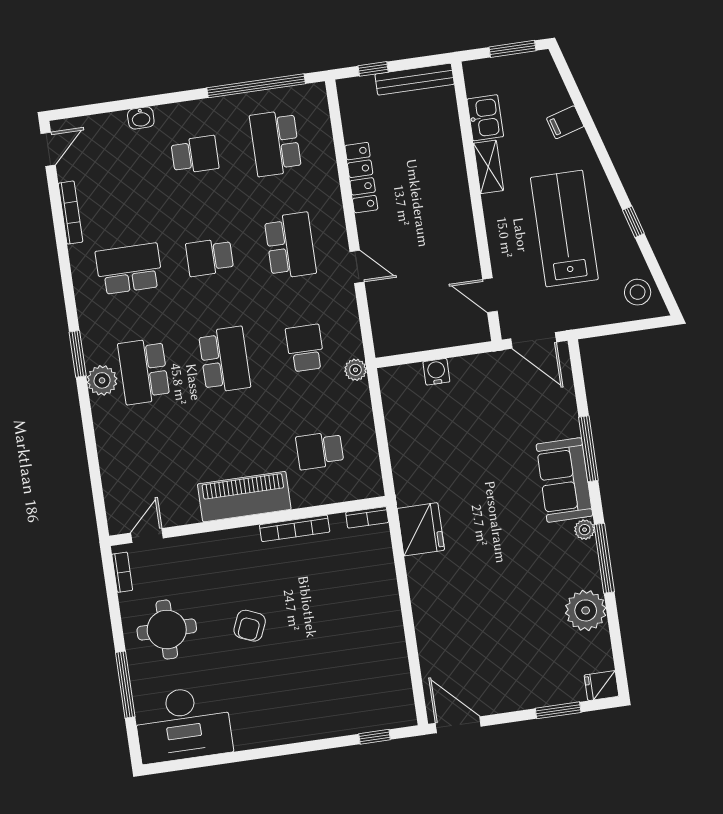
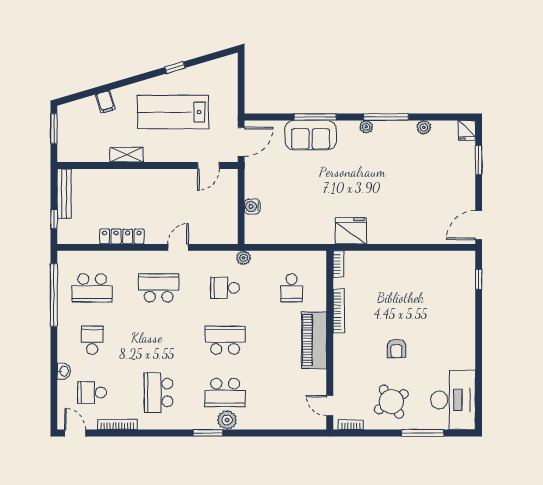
kitchen sink: (485, 118) -> (95, 152), removed
school desk: (210, 257) -> (92, 392), moved, turned 90
stool: (638, 292) -> (220, 71), removed
sofa: (564, 480) -> (311, 135), moved
plant: (586, 610) -> (424, 127), width x0.53, depth x0.53
armchair: (250, 626) -> (397, 349), turned 67
round table: (167, 630) -> (391, 402), turned -32

